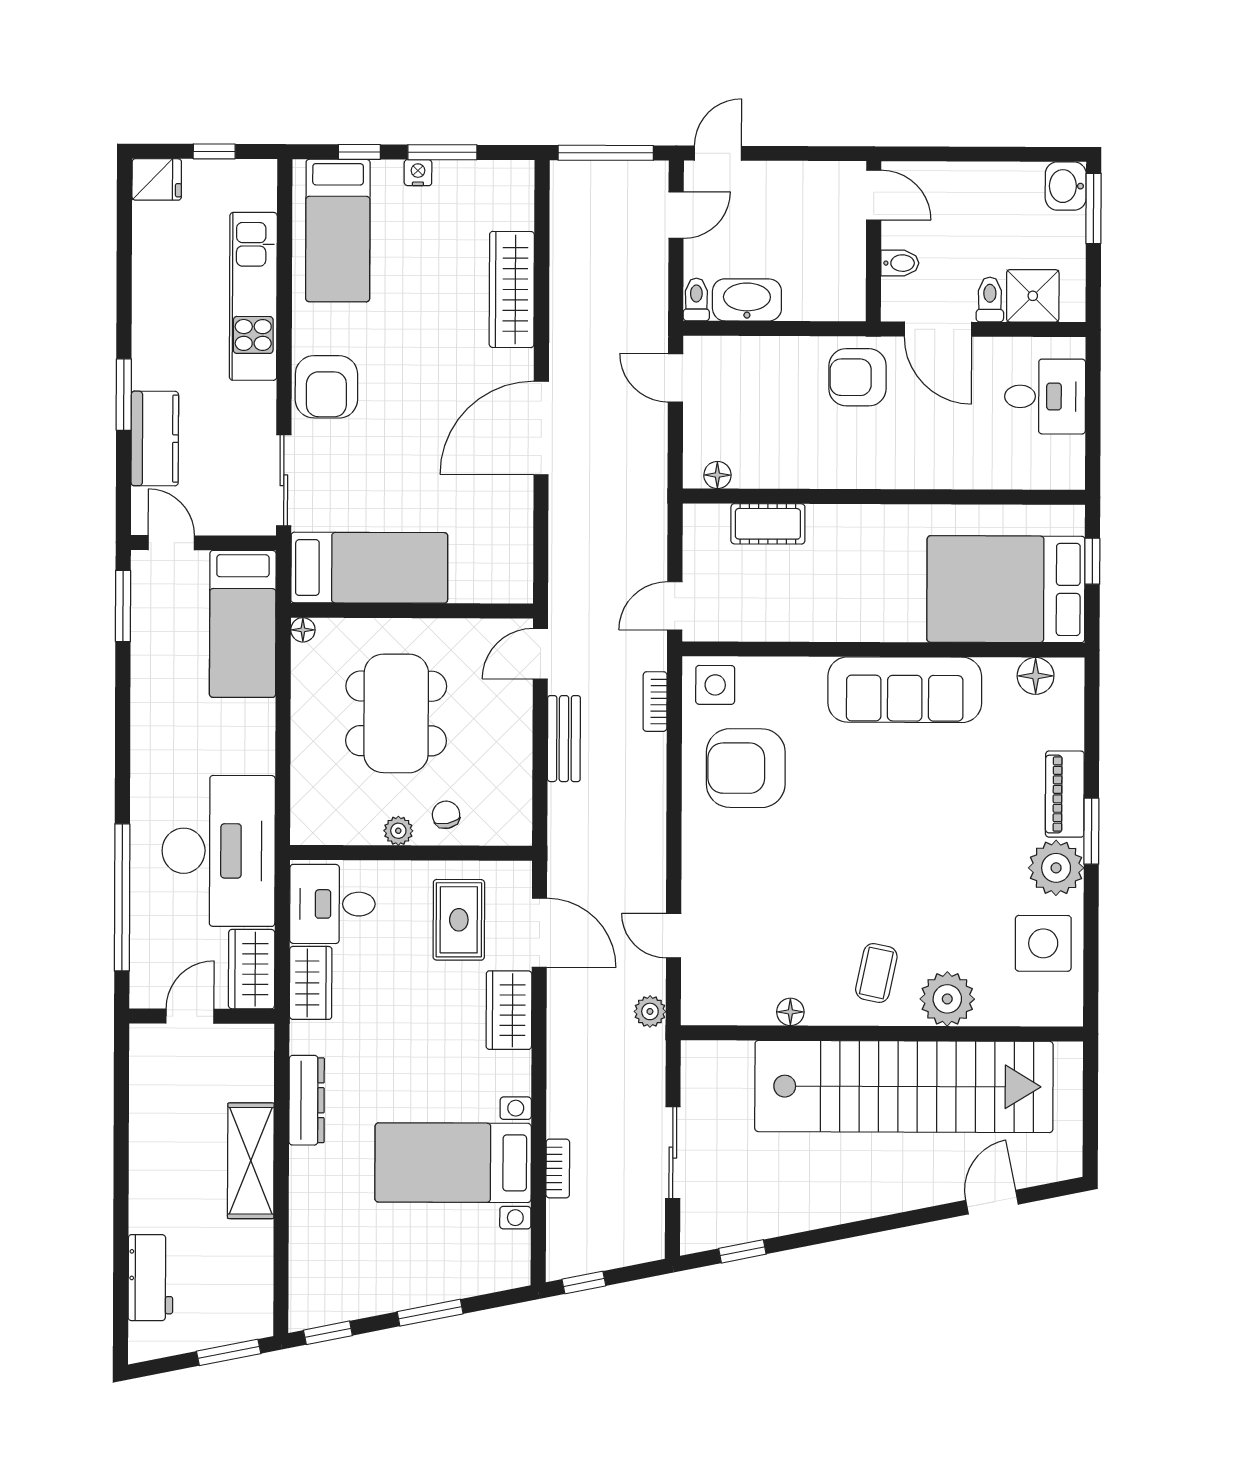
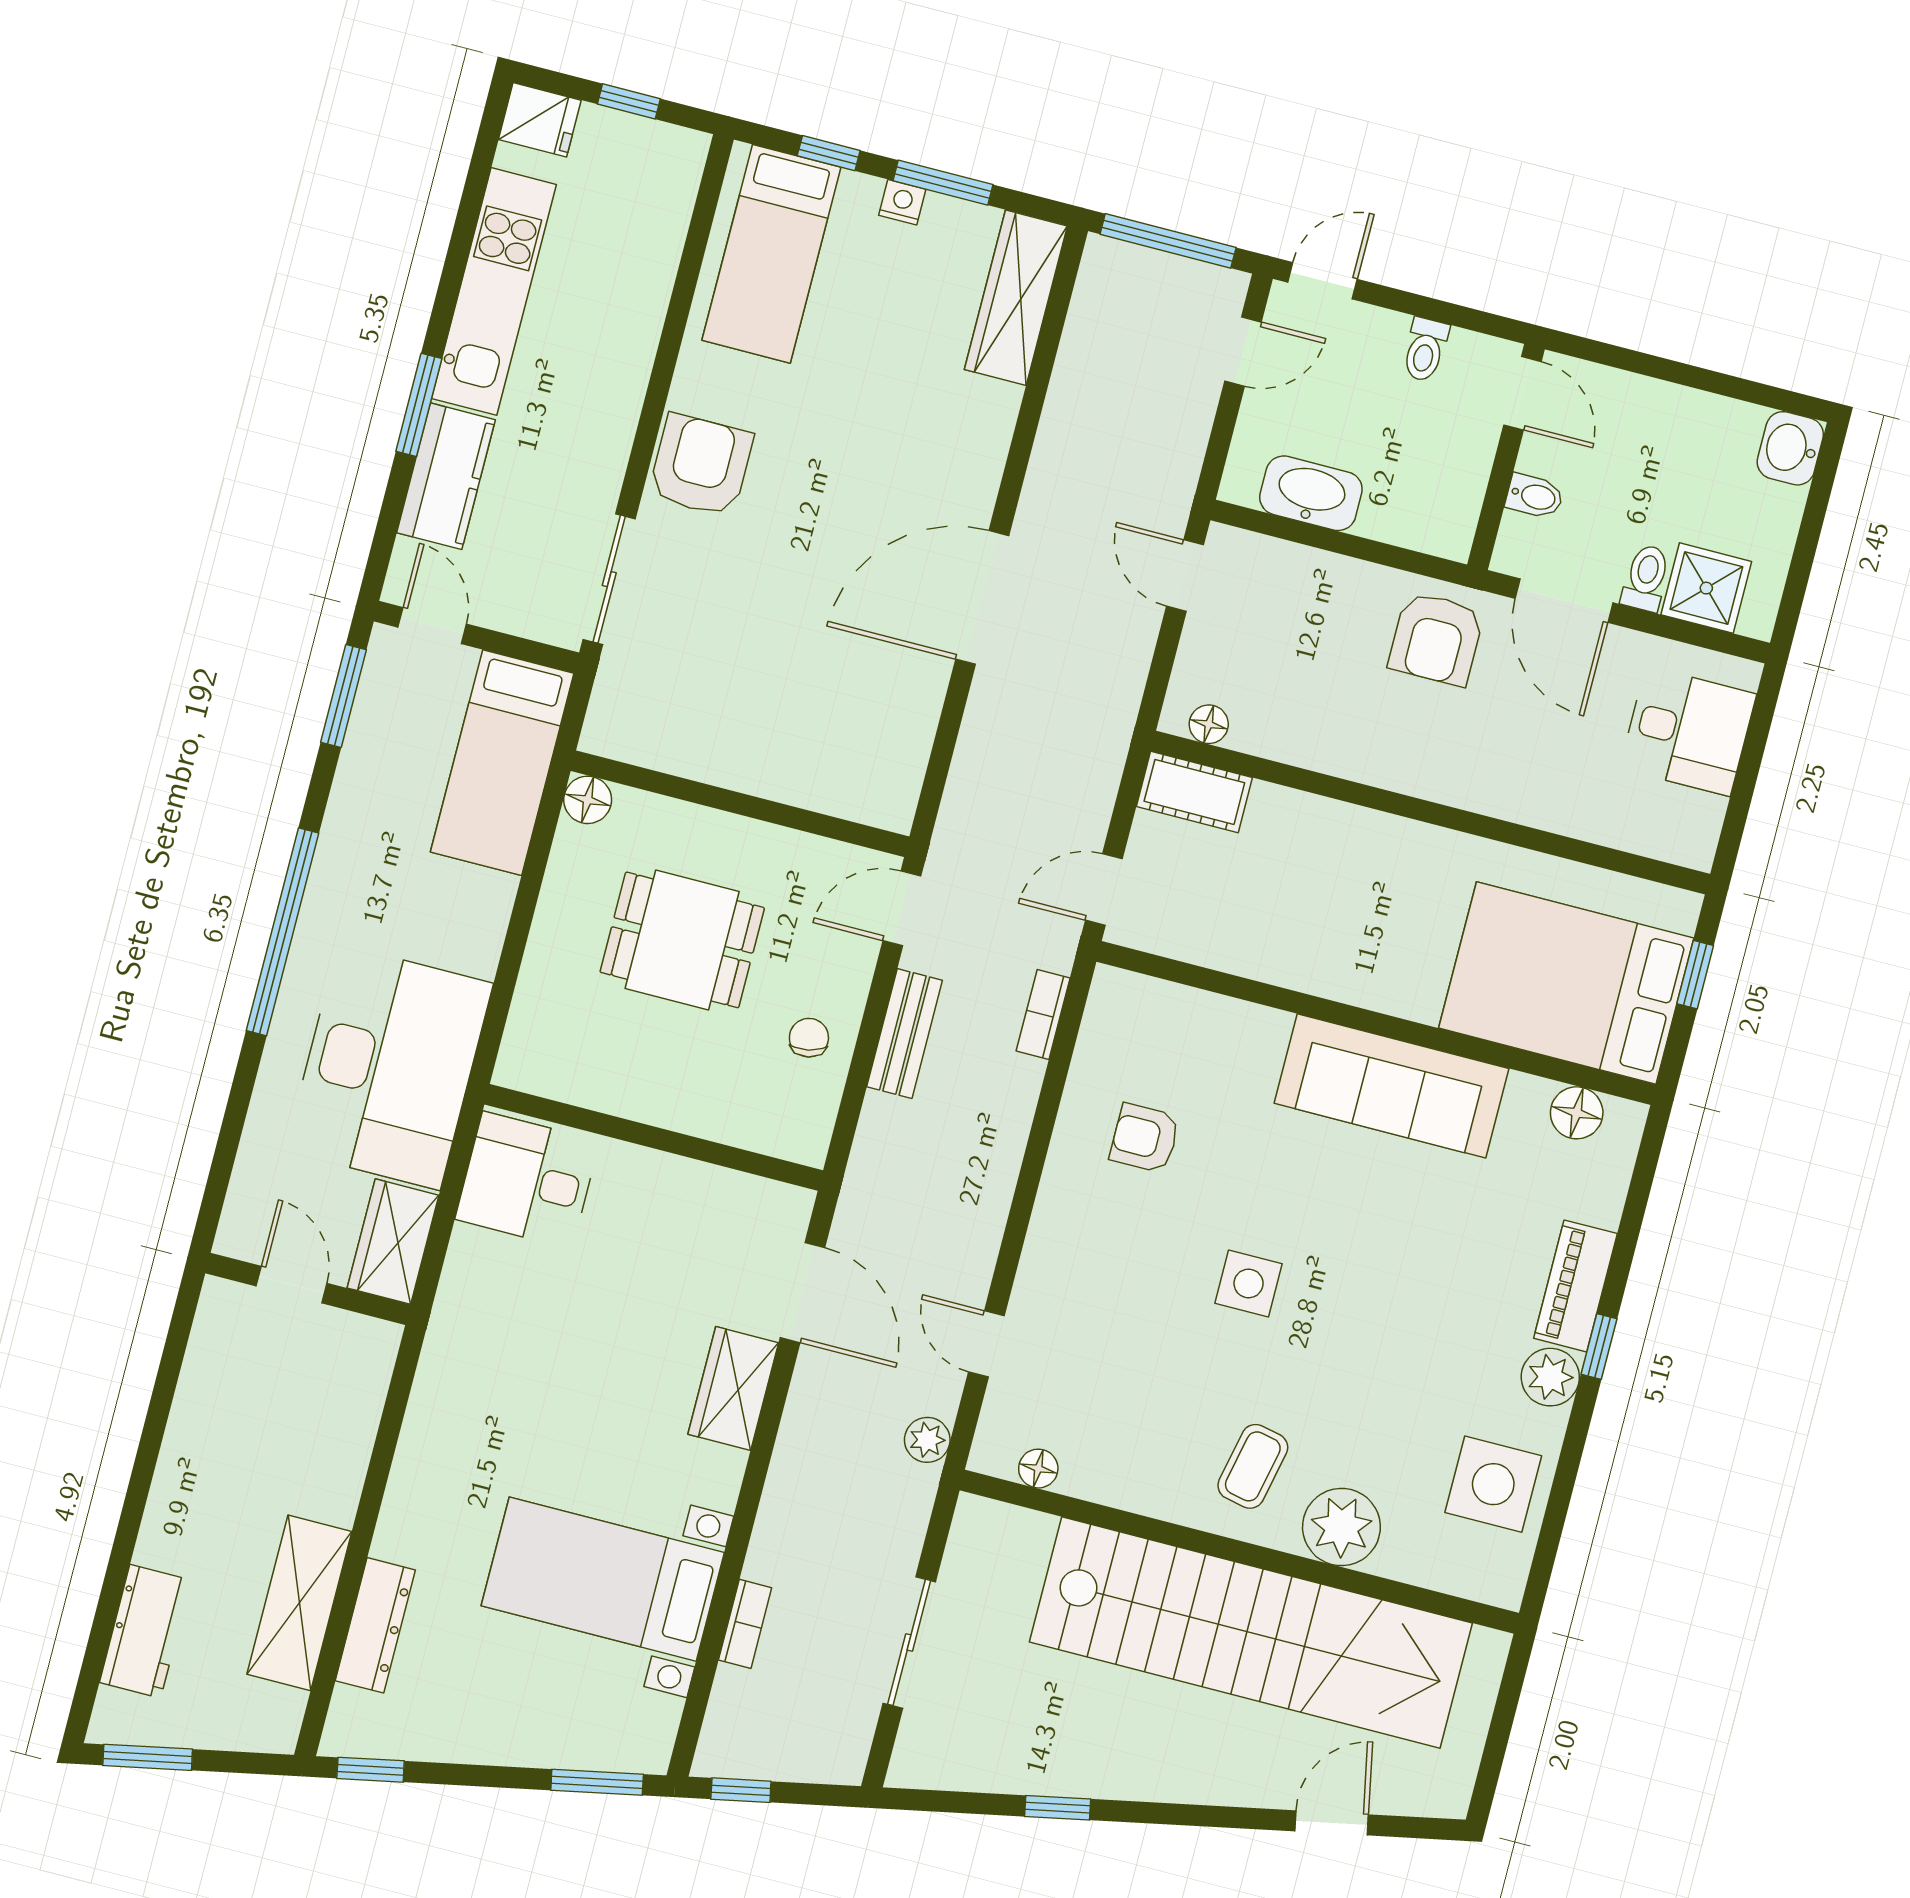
window: (1094, 208) -> (1821, 489), removed
wardrobe: (512, 289) -> (1016, 298), moved
kitchen unit: (253, 296) -> (494, 291), moved, turned 180
toilet: (696, 299) -> (1425, 350), moved, turned 180
armchair: (857, 377) -> (1436, 639), turned -90
armchair: (326, 387) -> (701, 465), turned 180
cot: (768, 524) -> (1194, 792), moved
bed: (369, 568) -> (696, 730), removed
floor lamp: (303, 630) -> (588, 800), width x1.37, depth x1.37
side table: (715, 685) -> (1249, 1283), moved
dining table: (396, 713) -> (682, 940), width x0.73
armchair: (746, 768) -> (1145, 1138), width x0.53, depth x0.53
chair: (446, 815) -> (809, 1038), moved
plant: (398, 831) -> (644, 1102), removed
window: (1091, 831) -> (1599, 1346), width x0.67
plant: (1056, 868) -> (1550, 1377), width x0.73, depth x0.73
window: (122, 897) -> (283, 932), moved
rug: (459, 920) -> (696, 1246), removed
wardrobe: (311, 983) -> (470, 1281), removed
floor lamp: (790, 1012) -> (1038, 1469), moved
door: (190, 1016) -> (292, 1285), hinge flipped
dresser: (307, 1100) -> (375, 1625), moved
shelving: (251, 1161) -> (299, 1603), moved
window: (742, 1251) -> (1058, 1808), moved
window: (430, 1313) -> (597, 1782), moved
window: (229, 1352) -> (148, 1757), moved

